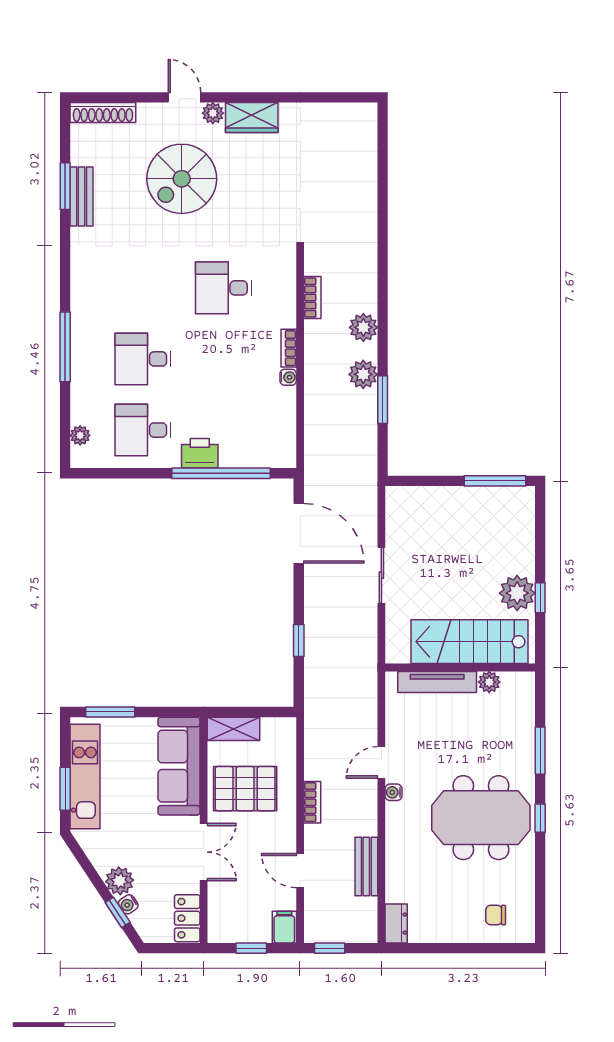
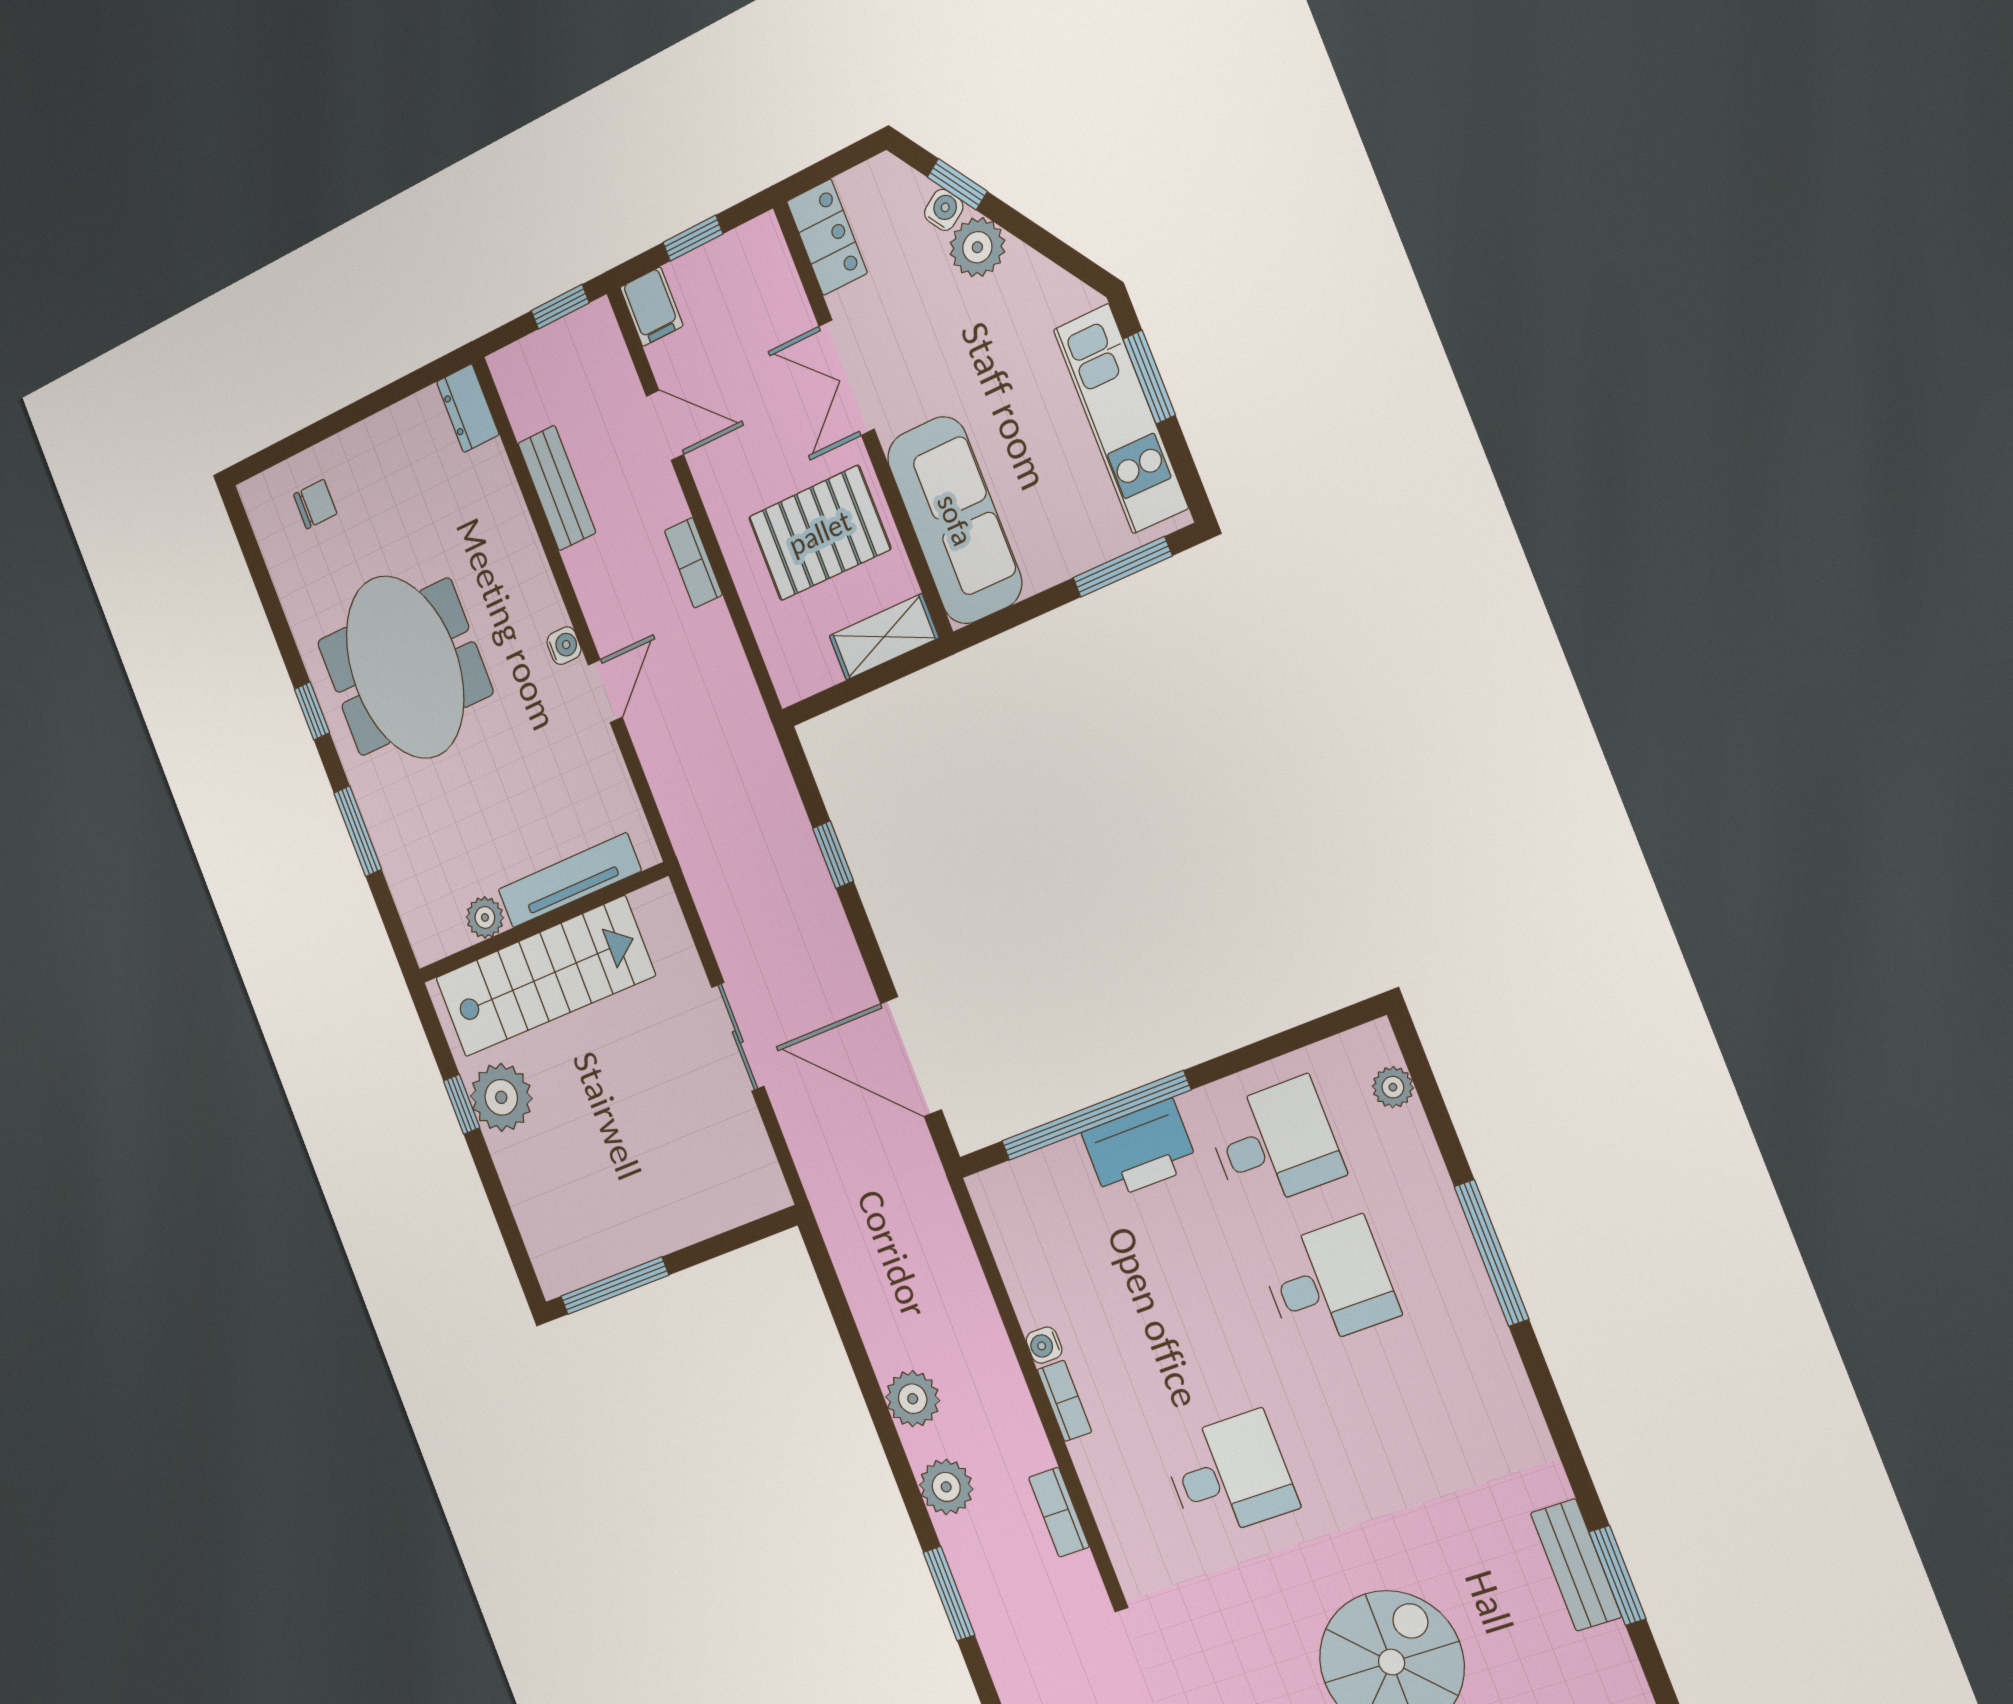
window: (383, 400) -> (949, 1594), moved
printer: (200, 453) -> (1140, 1149), width x1.37, depth x1.19
meeting table: (481, 818) -> (405, 667), turned 90

